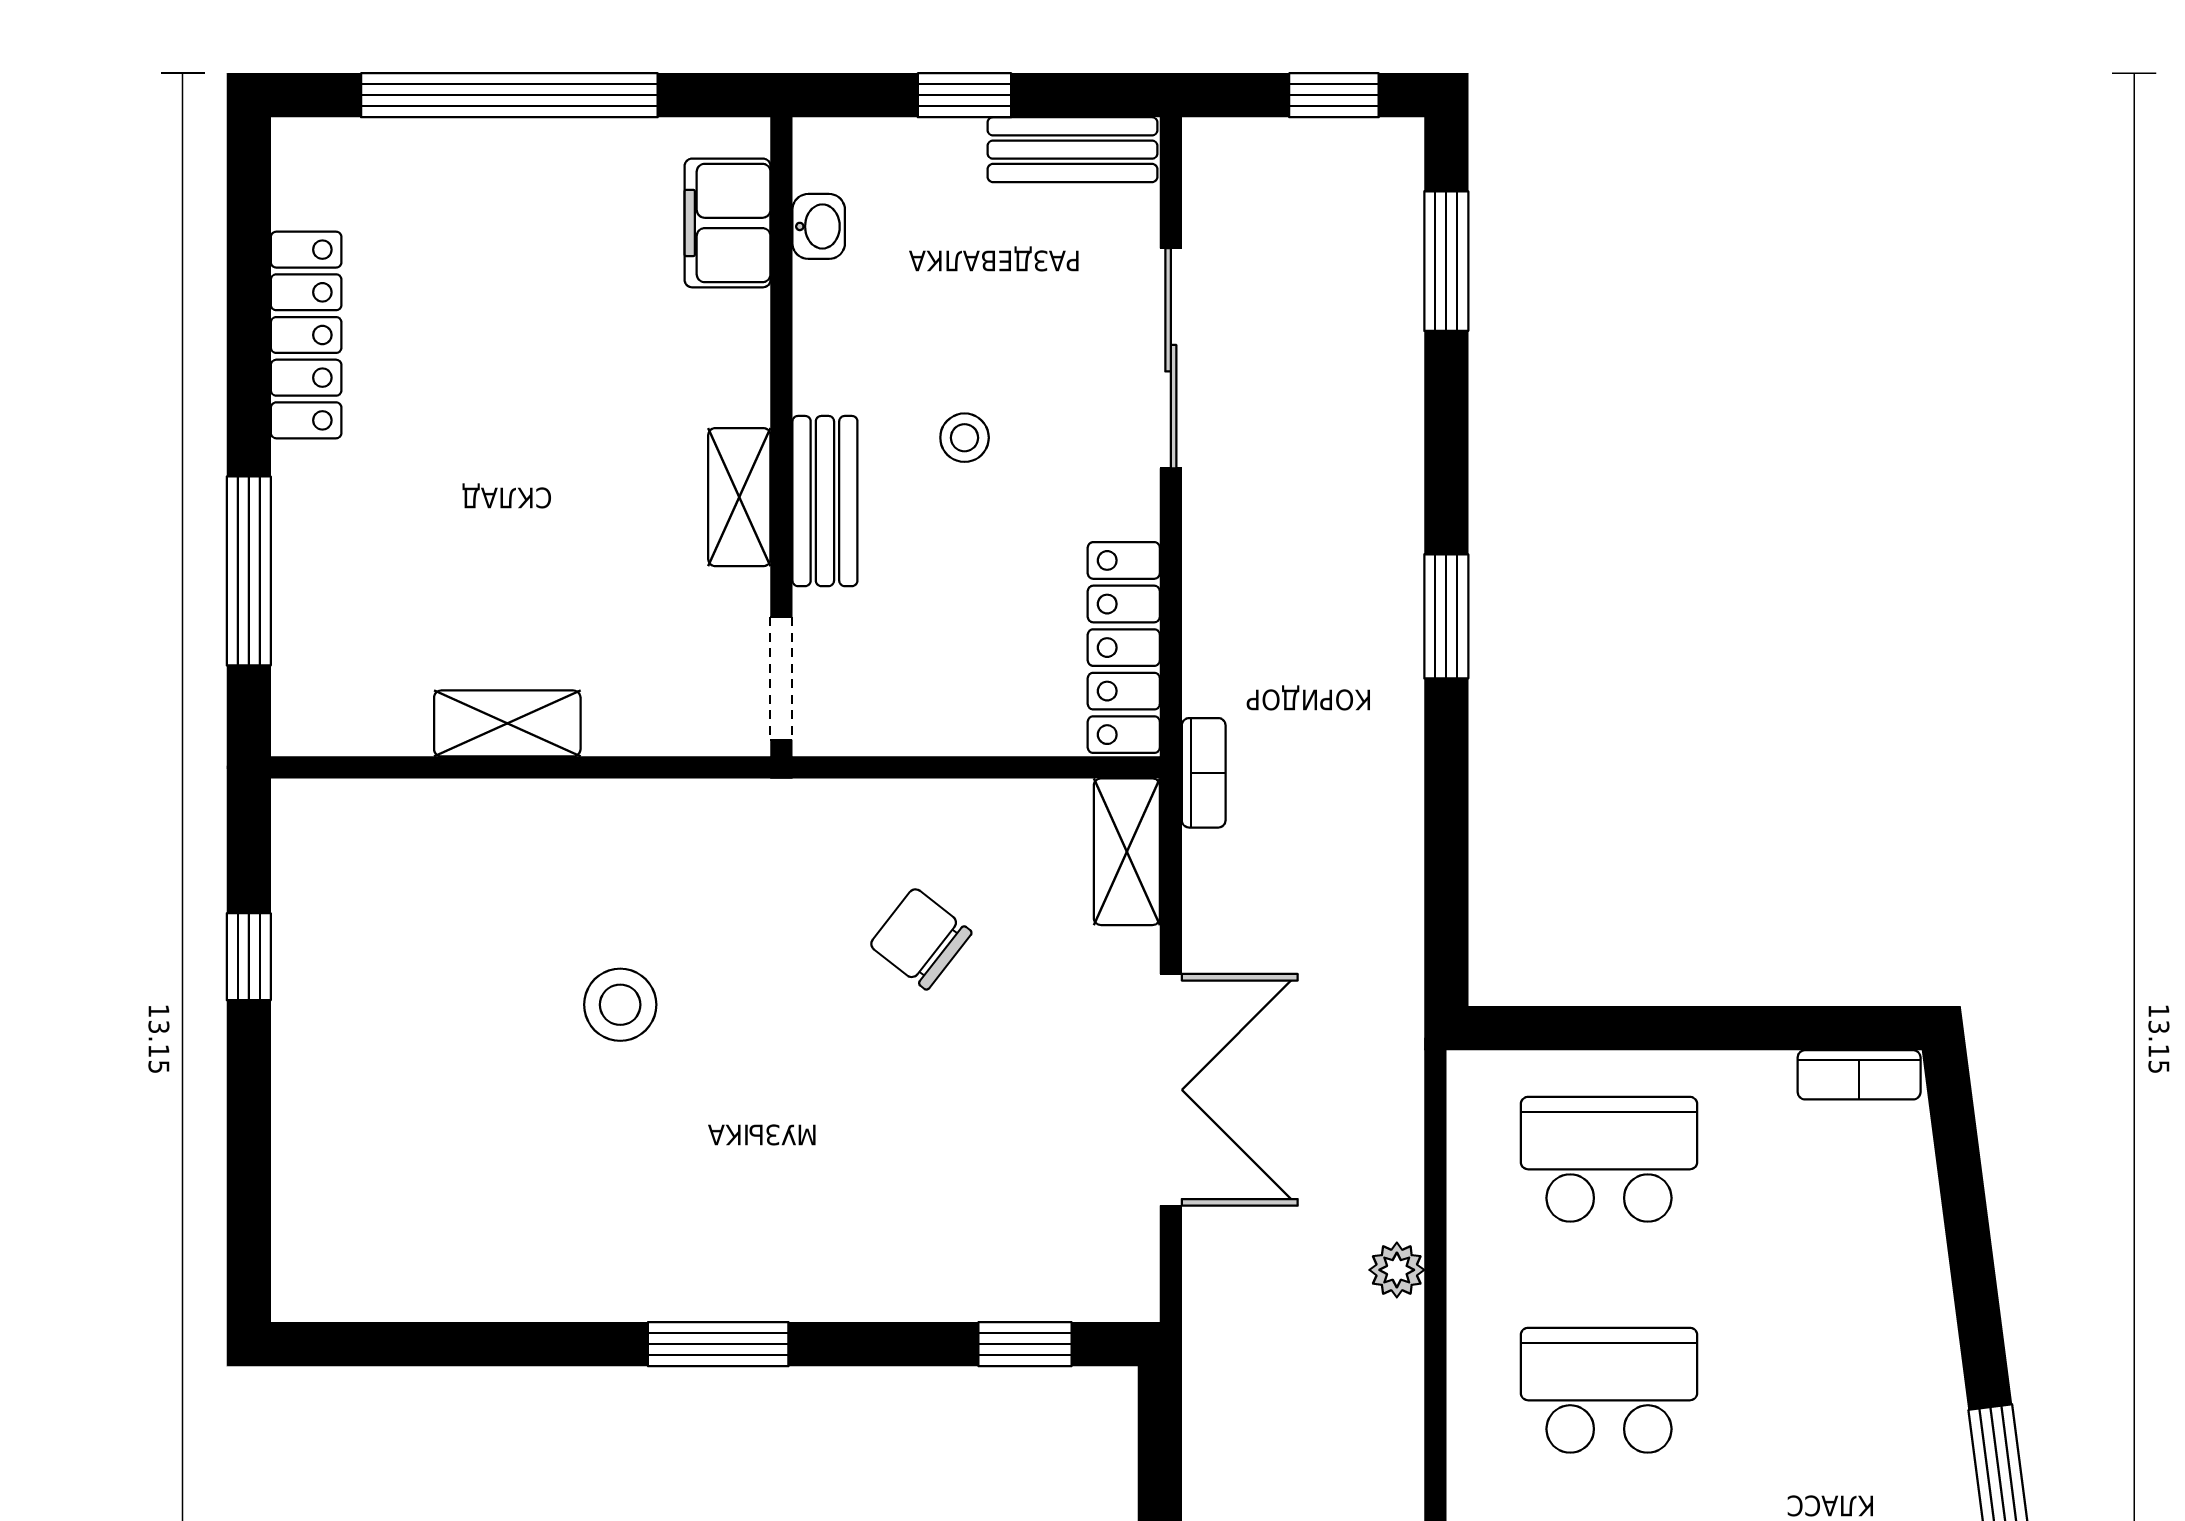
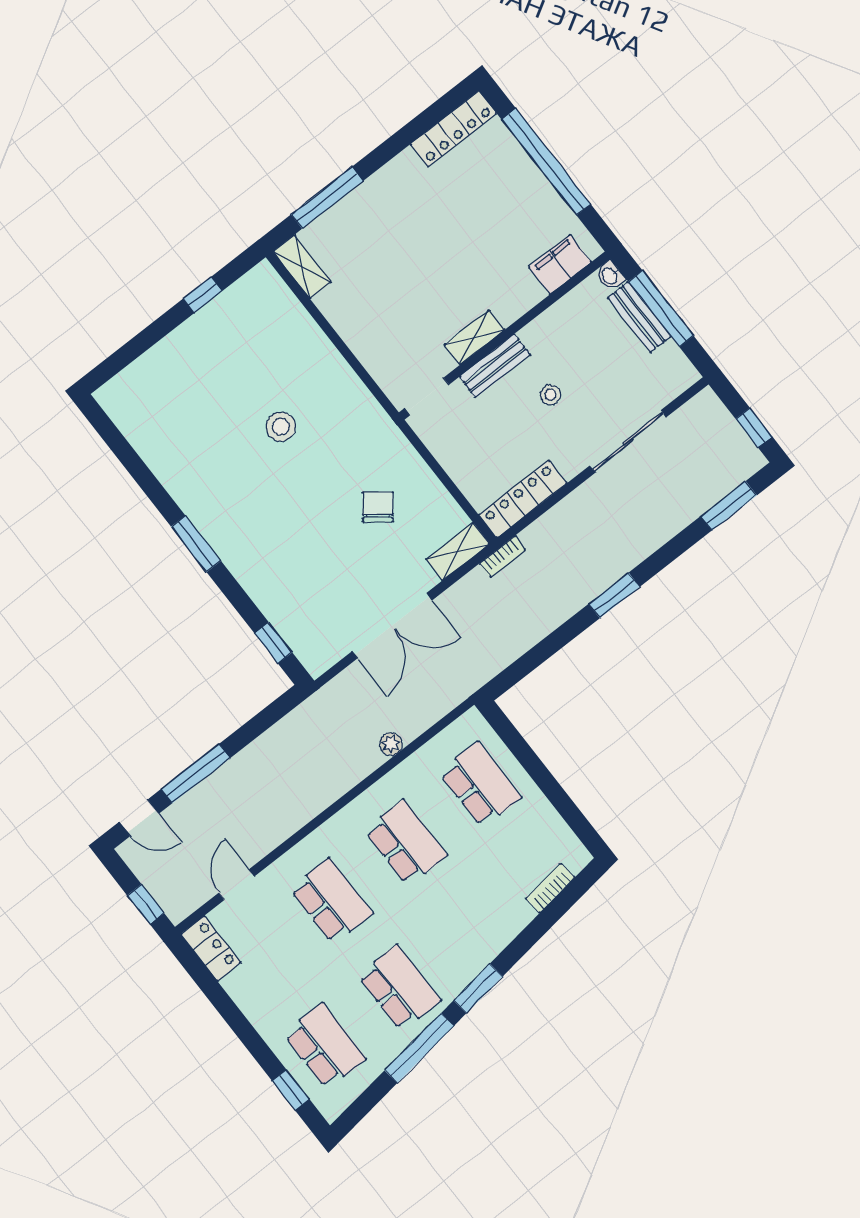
window: (965, 95) -> (661, 309), width x2.17
bench: (1072, 150) -> (639, 317), moved
washbasin: (819, 226) -> (610, 276), moved, turned 90
locker: (306, 335) -> (453, 129), moved
shelving: (507, 723) -> (302, 267), moved
bookcase: (1859, 1075) -> (550, 888), moved, turned 83

